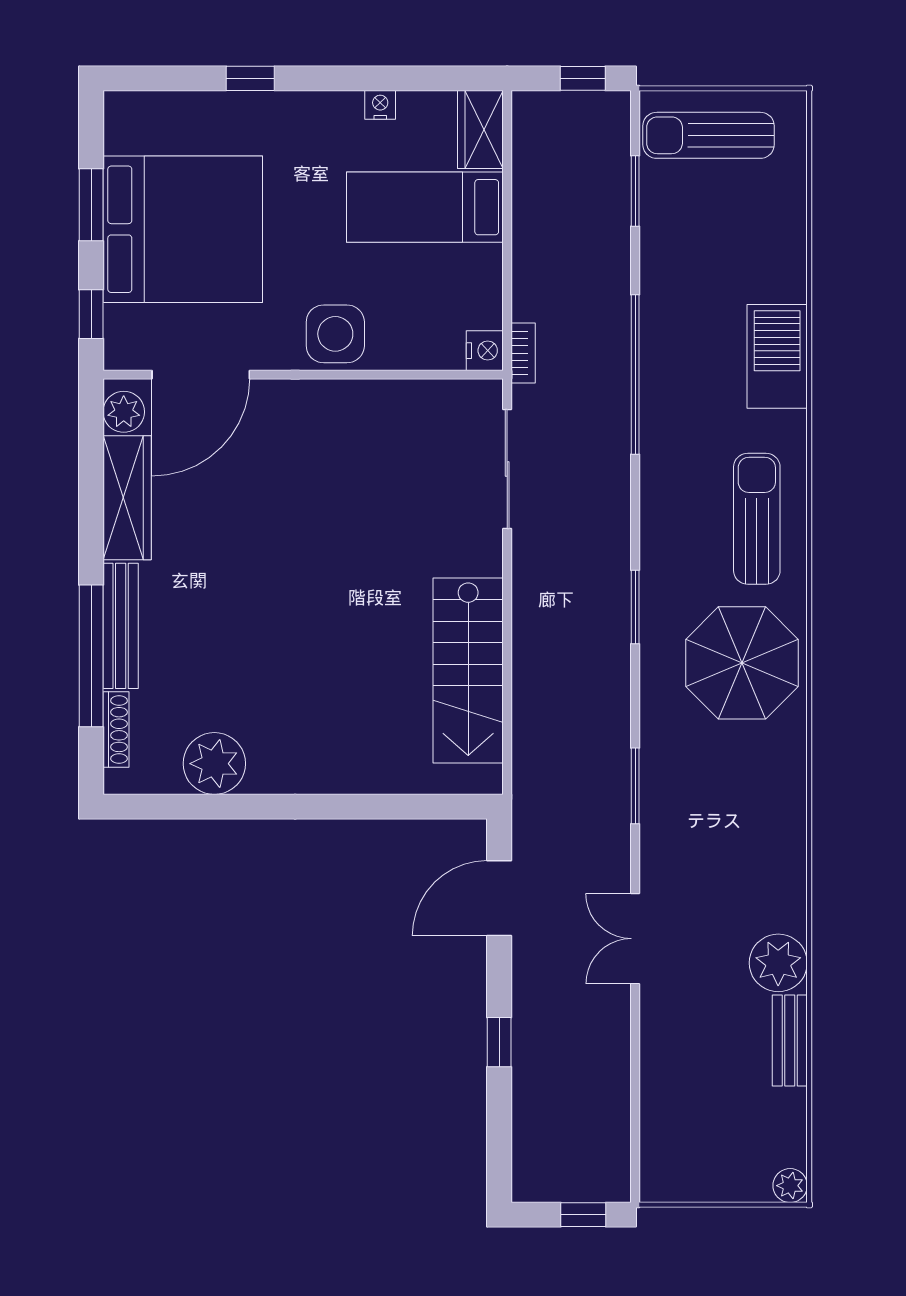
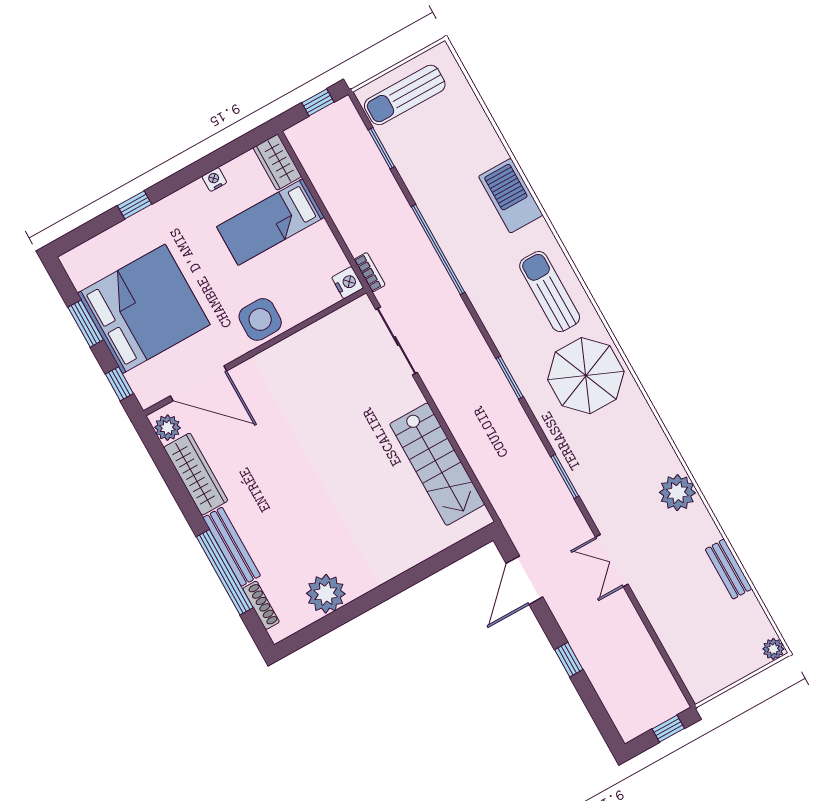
door: (201, 375) -> (198, 383), hinge flipped
plant: (778, 963) -> (677, 493), moved

